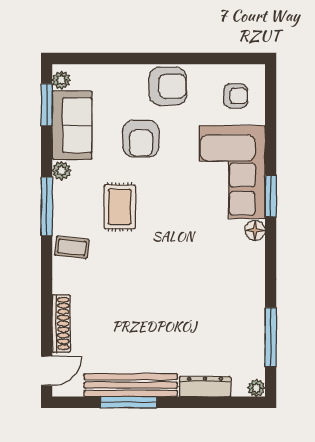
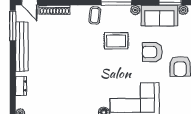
armchair: (236, 96) -> (175, 102), removed
dresser: (205, 387) -> (21, 86), width x0.70
window: (128, 402) -> (13, 26), moved

